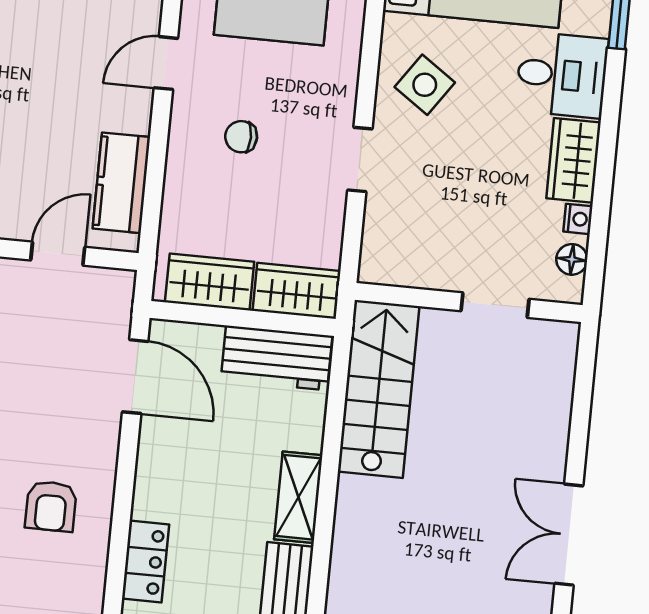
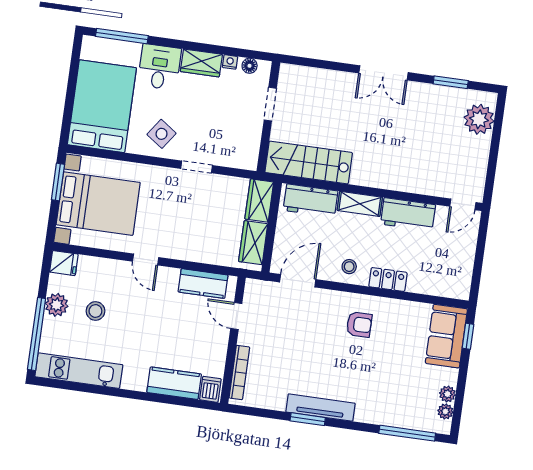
chair: (241, 137) -> (183, 224), removed
workbench: (277, 358) -> (311, 201), moved, turned 90
stool: (169, 481) -> (349, 267), added

